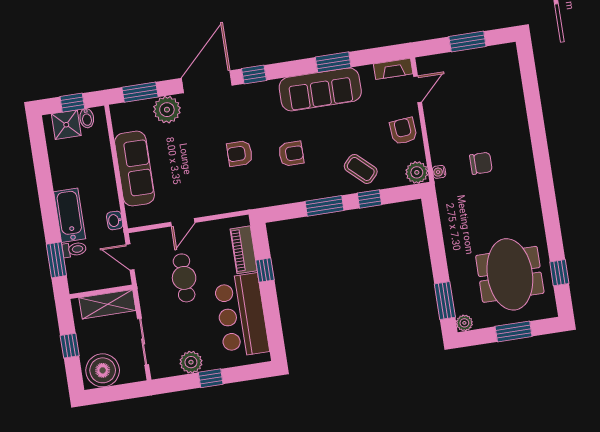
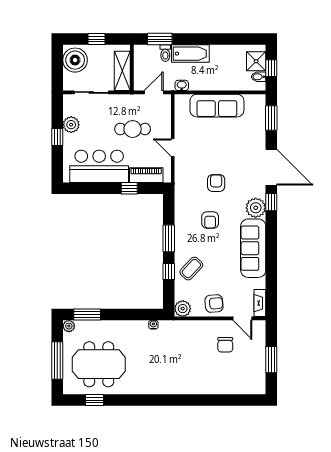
window: (333, 62) -> (271, 261), removed
plant: (167, 110) -> (256, 208), moved
chair: (481, 163) -> (225, 345), moved
water cooler: (439, 172) -> (153, 325), moved
door: (183, 222) -> (173, 148), moved
window: (514, 331) -> (57, 361), width x1.44

